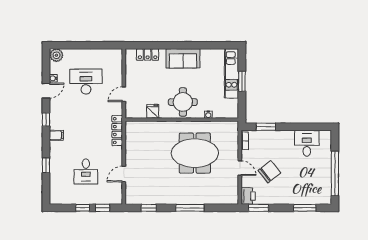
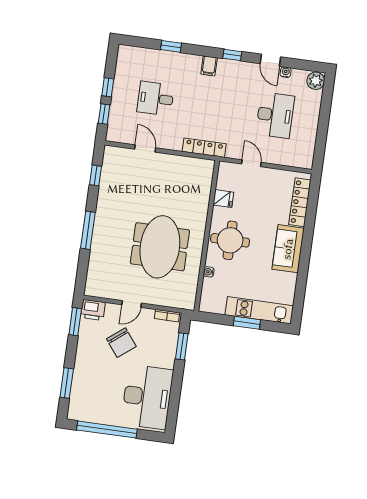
locker: (148, 55) -> (300, 202), width x1.53
desk: (307, 143) -> (147, 397), width x1.87, depth x1.30

